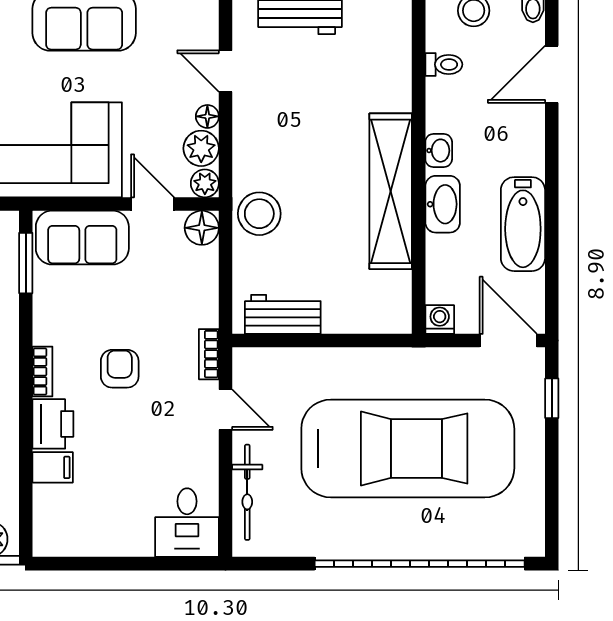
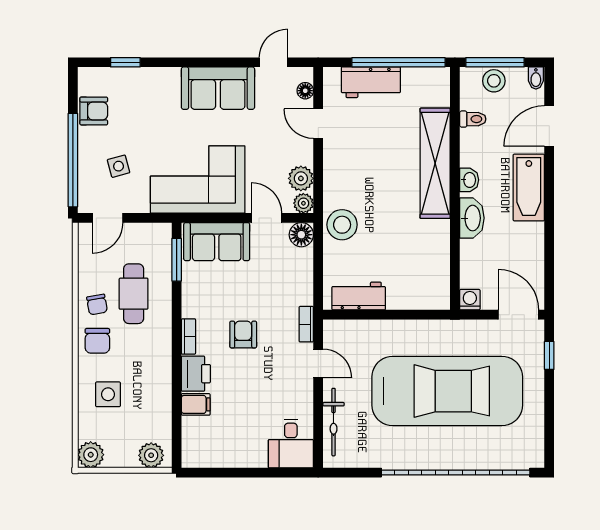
floor lamp: (207, 116) -> (305, 91), moved
shelving: (391, 191) -> (435, 163), moved
bathtub: (523, 224) -> (529, 187), moved

